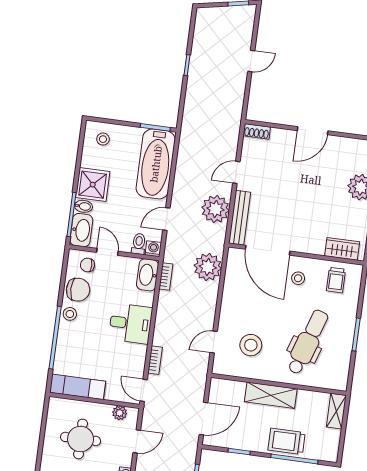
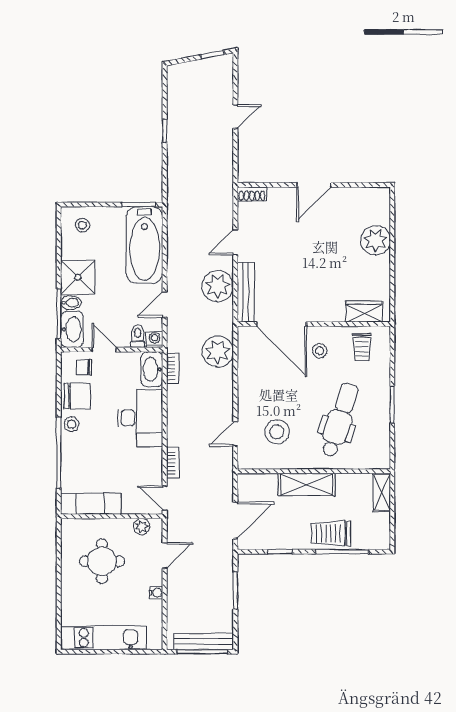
desk: (130, 323) -> (140, 418), width x1.37

